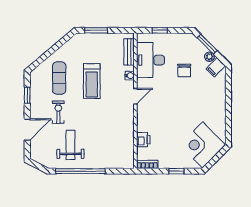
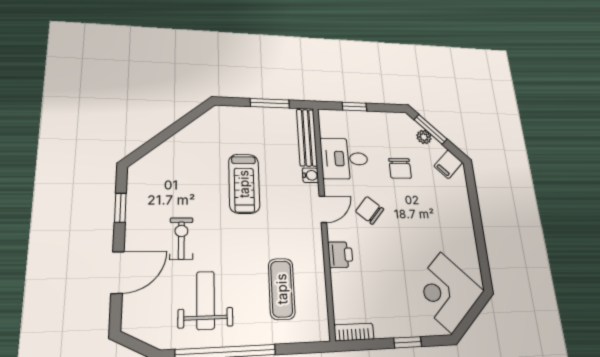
window: (96, 30) -> (270, 103), moved
bench: (129, 52) -> (307, 138), width x1.36
plant: (209, 57) -> (424, 137), moved
desk: (151, 60) -> (344, 159), width x0.73
exercise mat: (59, 78) -> (282, 289), moved
chair: (163, 97) -> (370, 210), added
printer: (143, 140) -> (340, 255), moved

